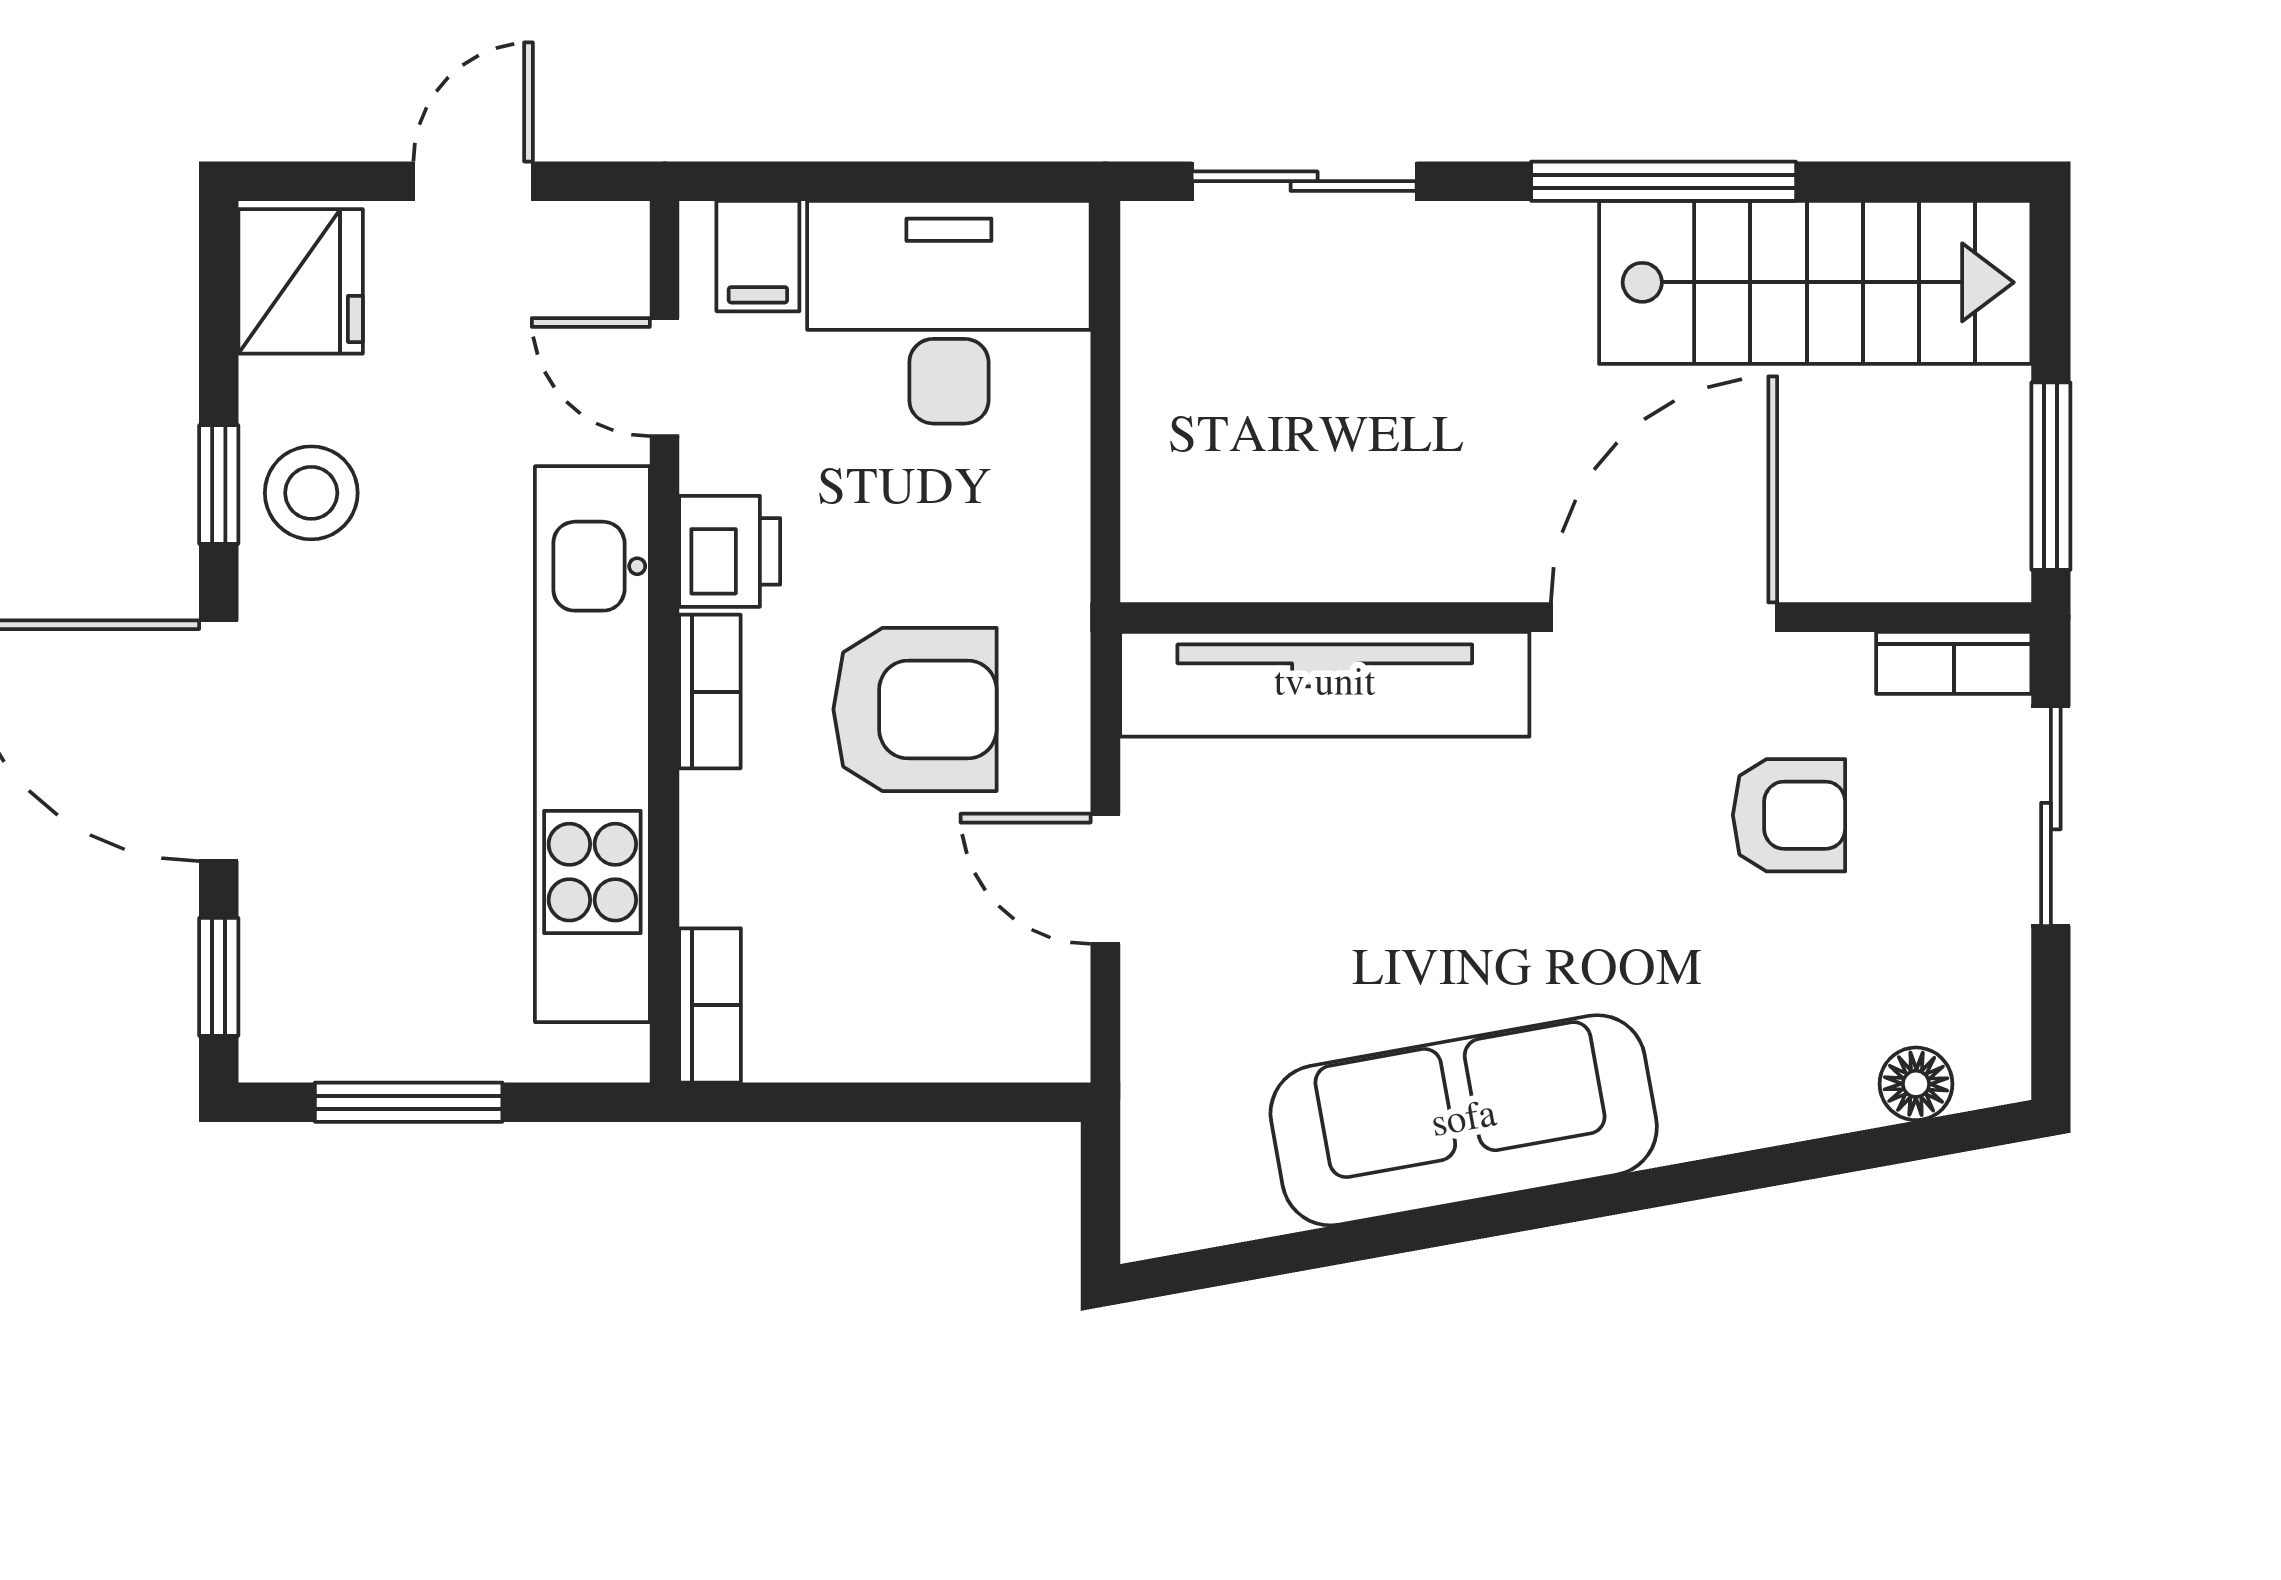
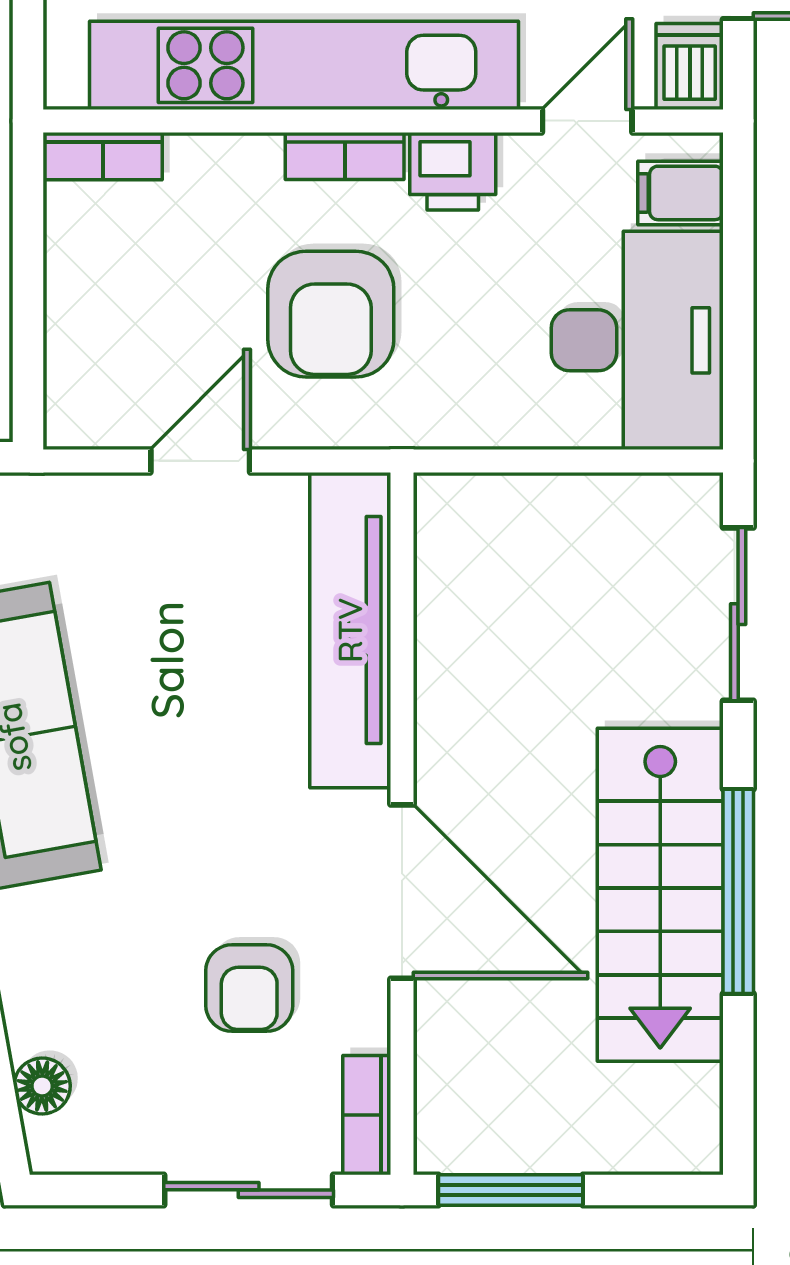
dishwasher: (594, 244) -> (690, 67), added
stairs: (1815, 282) -> (660, 895), moved

